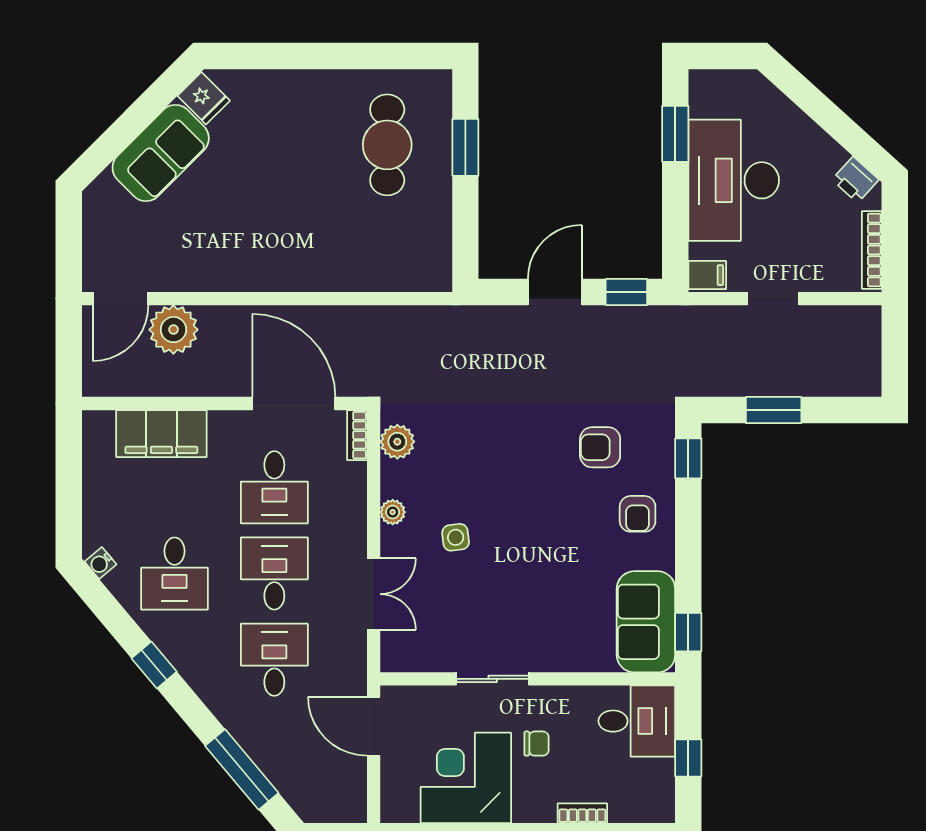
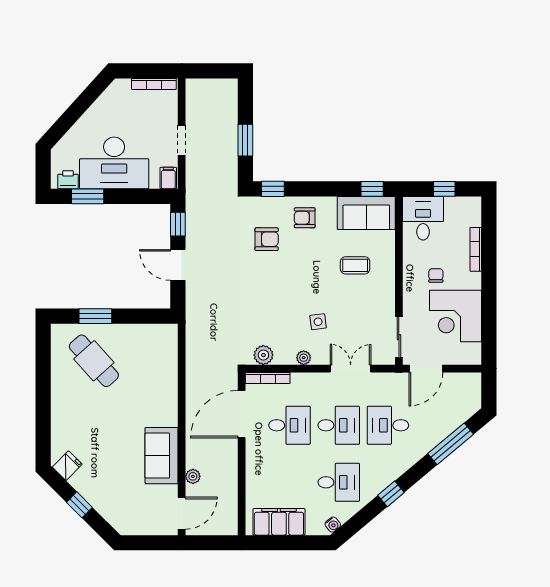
window: (135, 120) -> (79, 505), added
cafe table: (387, 145) -> (94, 361), turned 48
sofa: (161, 153) -> (162, 456), moved, turned -135
printer: (855, 180) -> (68, 180), moved, turned -132
door: (120, 299) -> (182, 513), hinge flipped
plant: (173, 330) -> (193, 476), width x0.53, depth x0.53
filing cabinet: (161, 434) -> (279, 522), moved, turned -90
bookcase: (357, 435) -> (268, 378), width x1.56
armchair: (600, 447) -> (267, 239), turned -90
armchair: (638, 514) -> (305, 218), turned 180
desk: (274, 574) -> (339, 425), turned 180
coffee table: (554, 602) -> (355, 265), added
sliding door: (493, 679) -> (399, 337), moved
bookcase: (582, 813) -> (476, 249), width x1.56

